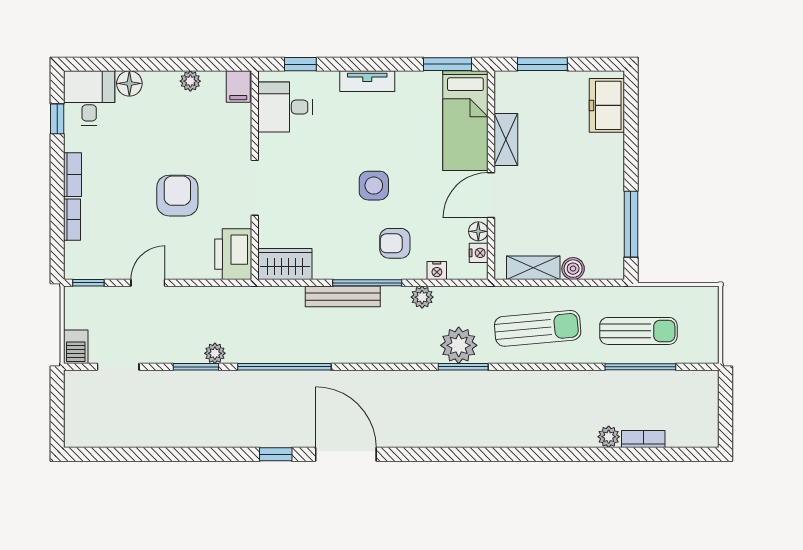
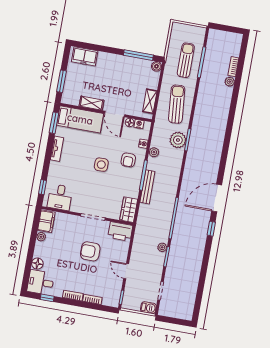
tv unit: (367, 81) -> (57, 149), moved
filing cabinet: (238, 87) -> (46, 221), width x2.00
boiler: (573, 269) -> (156, 66), moved

